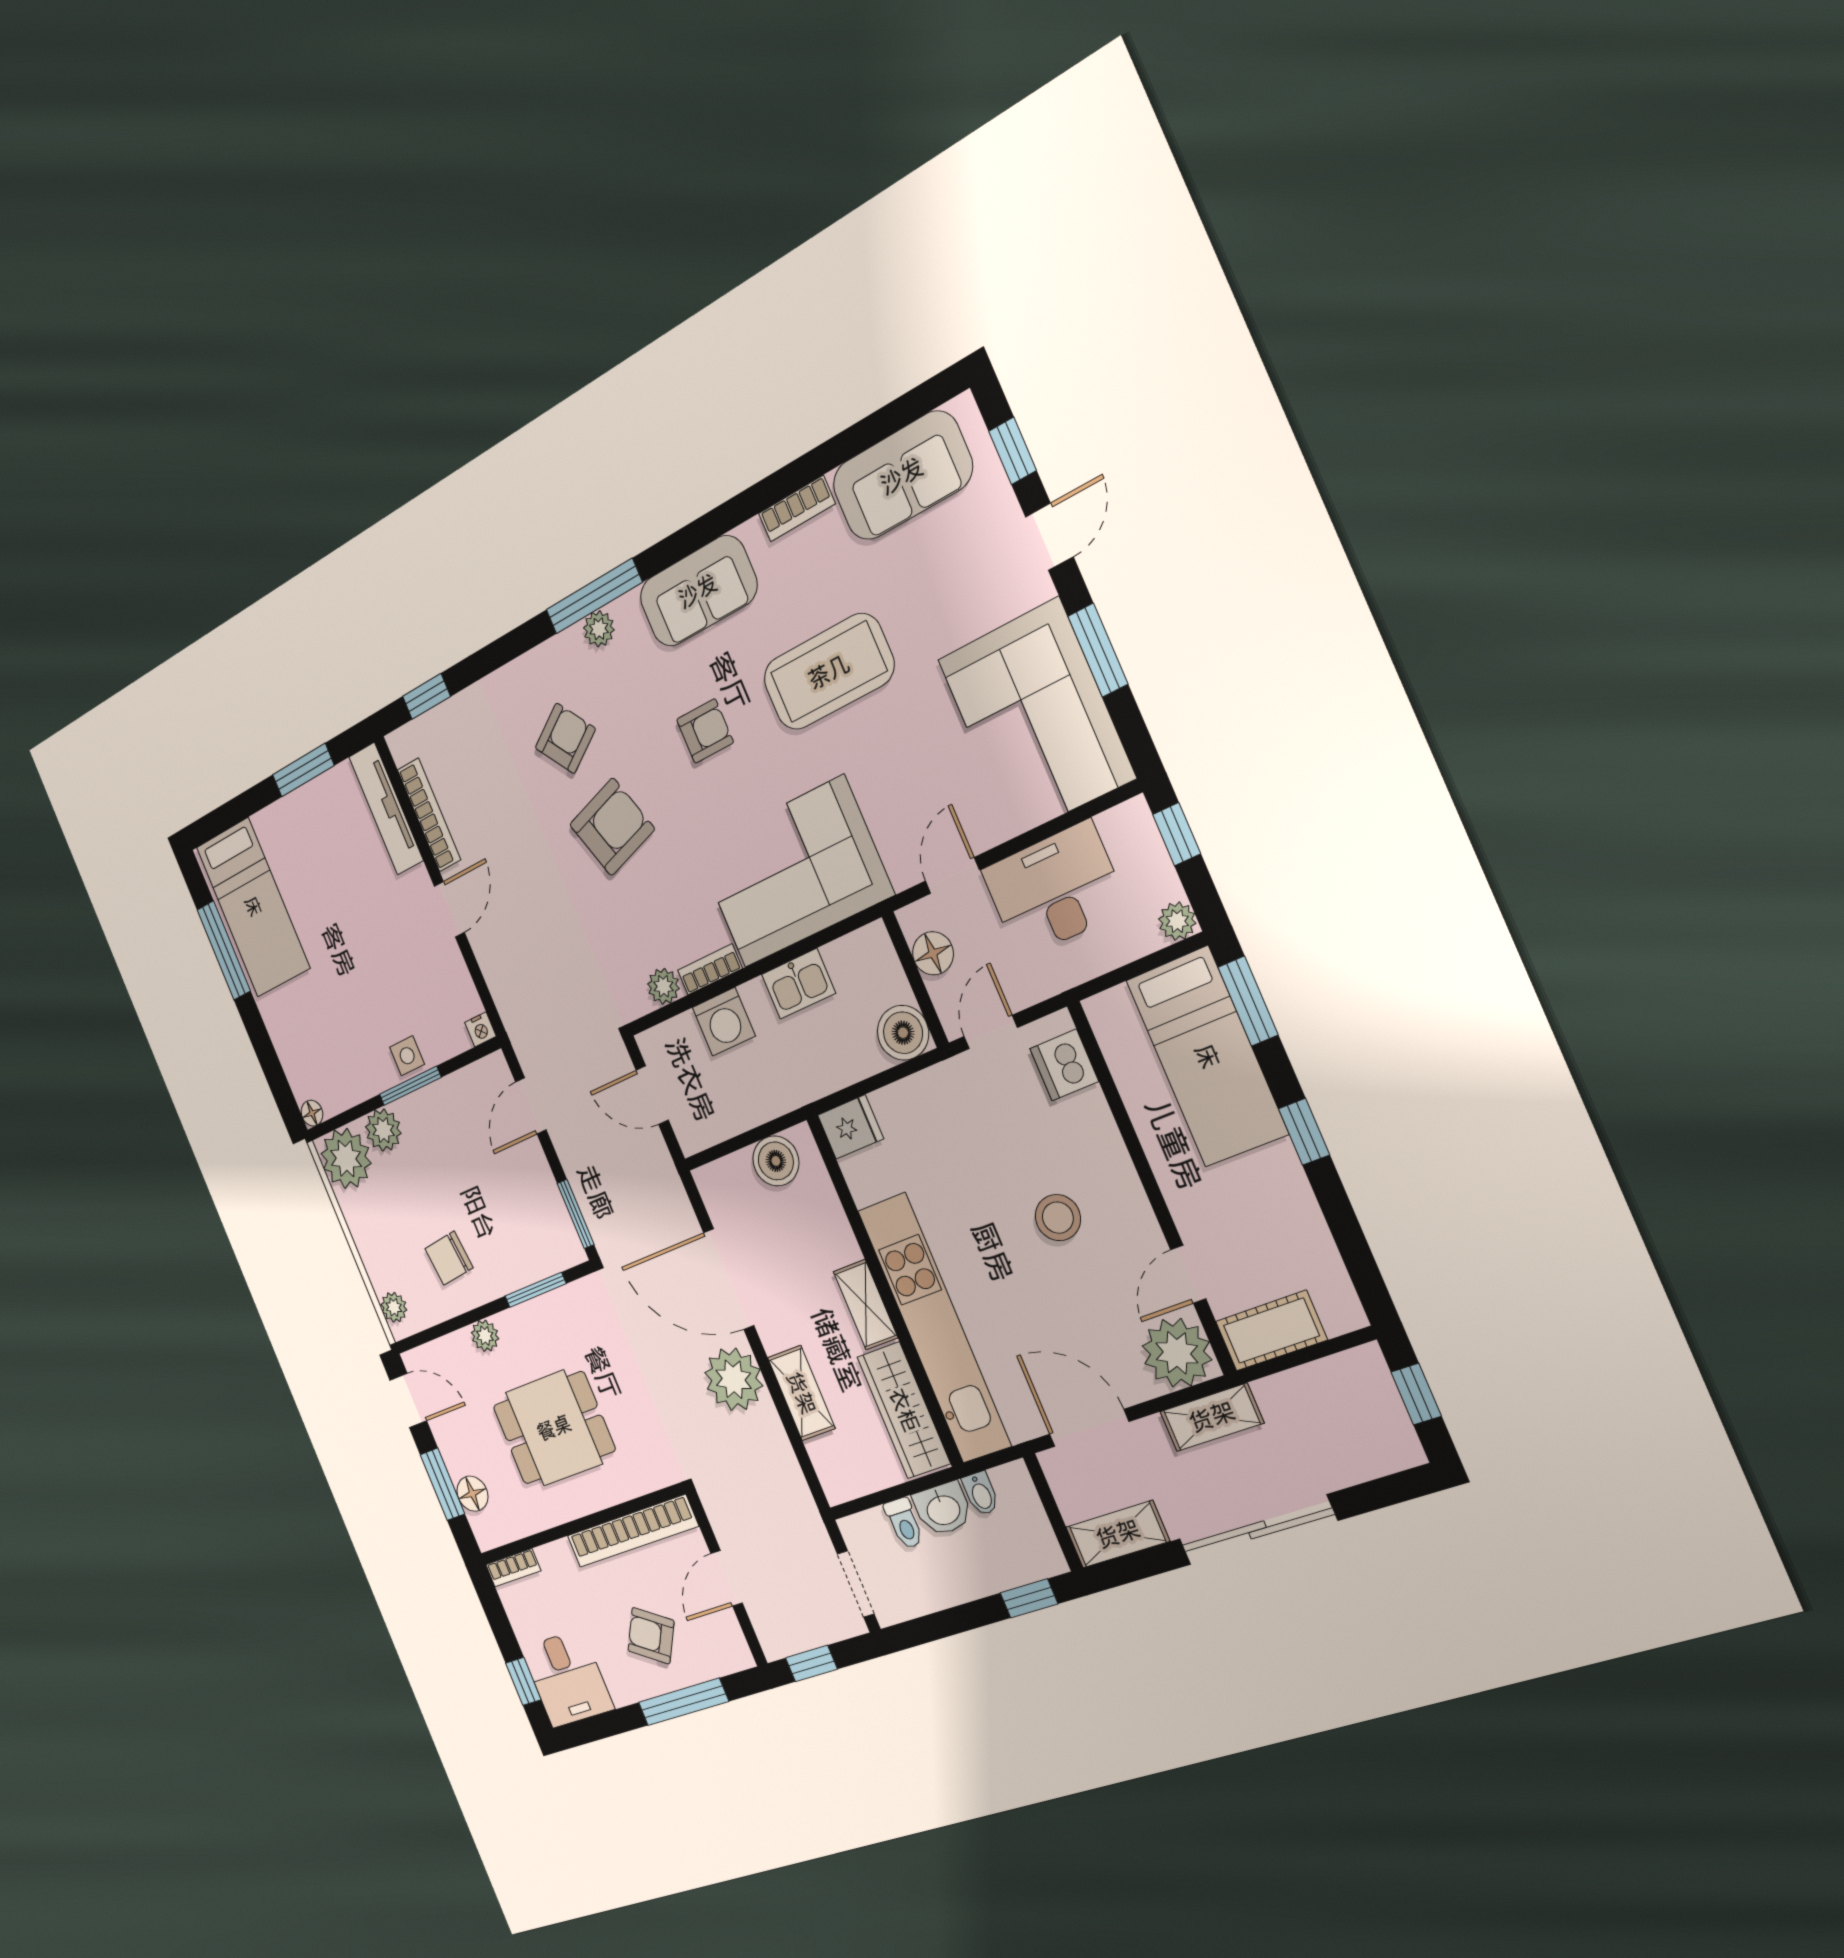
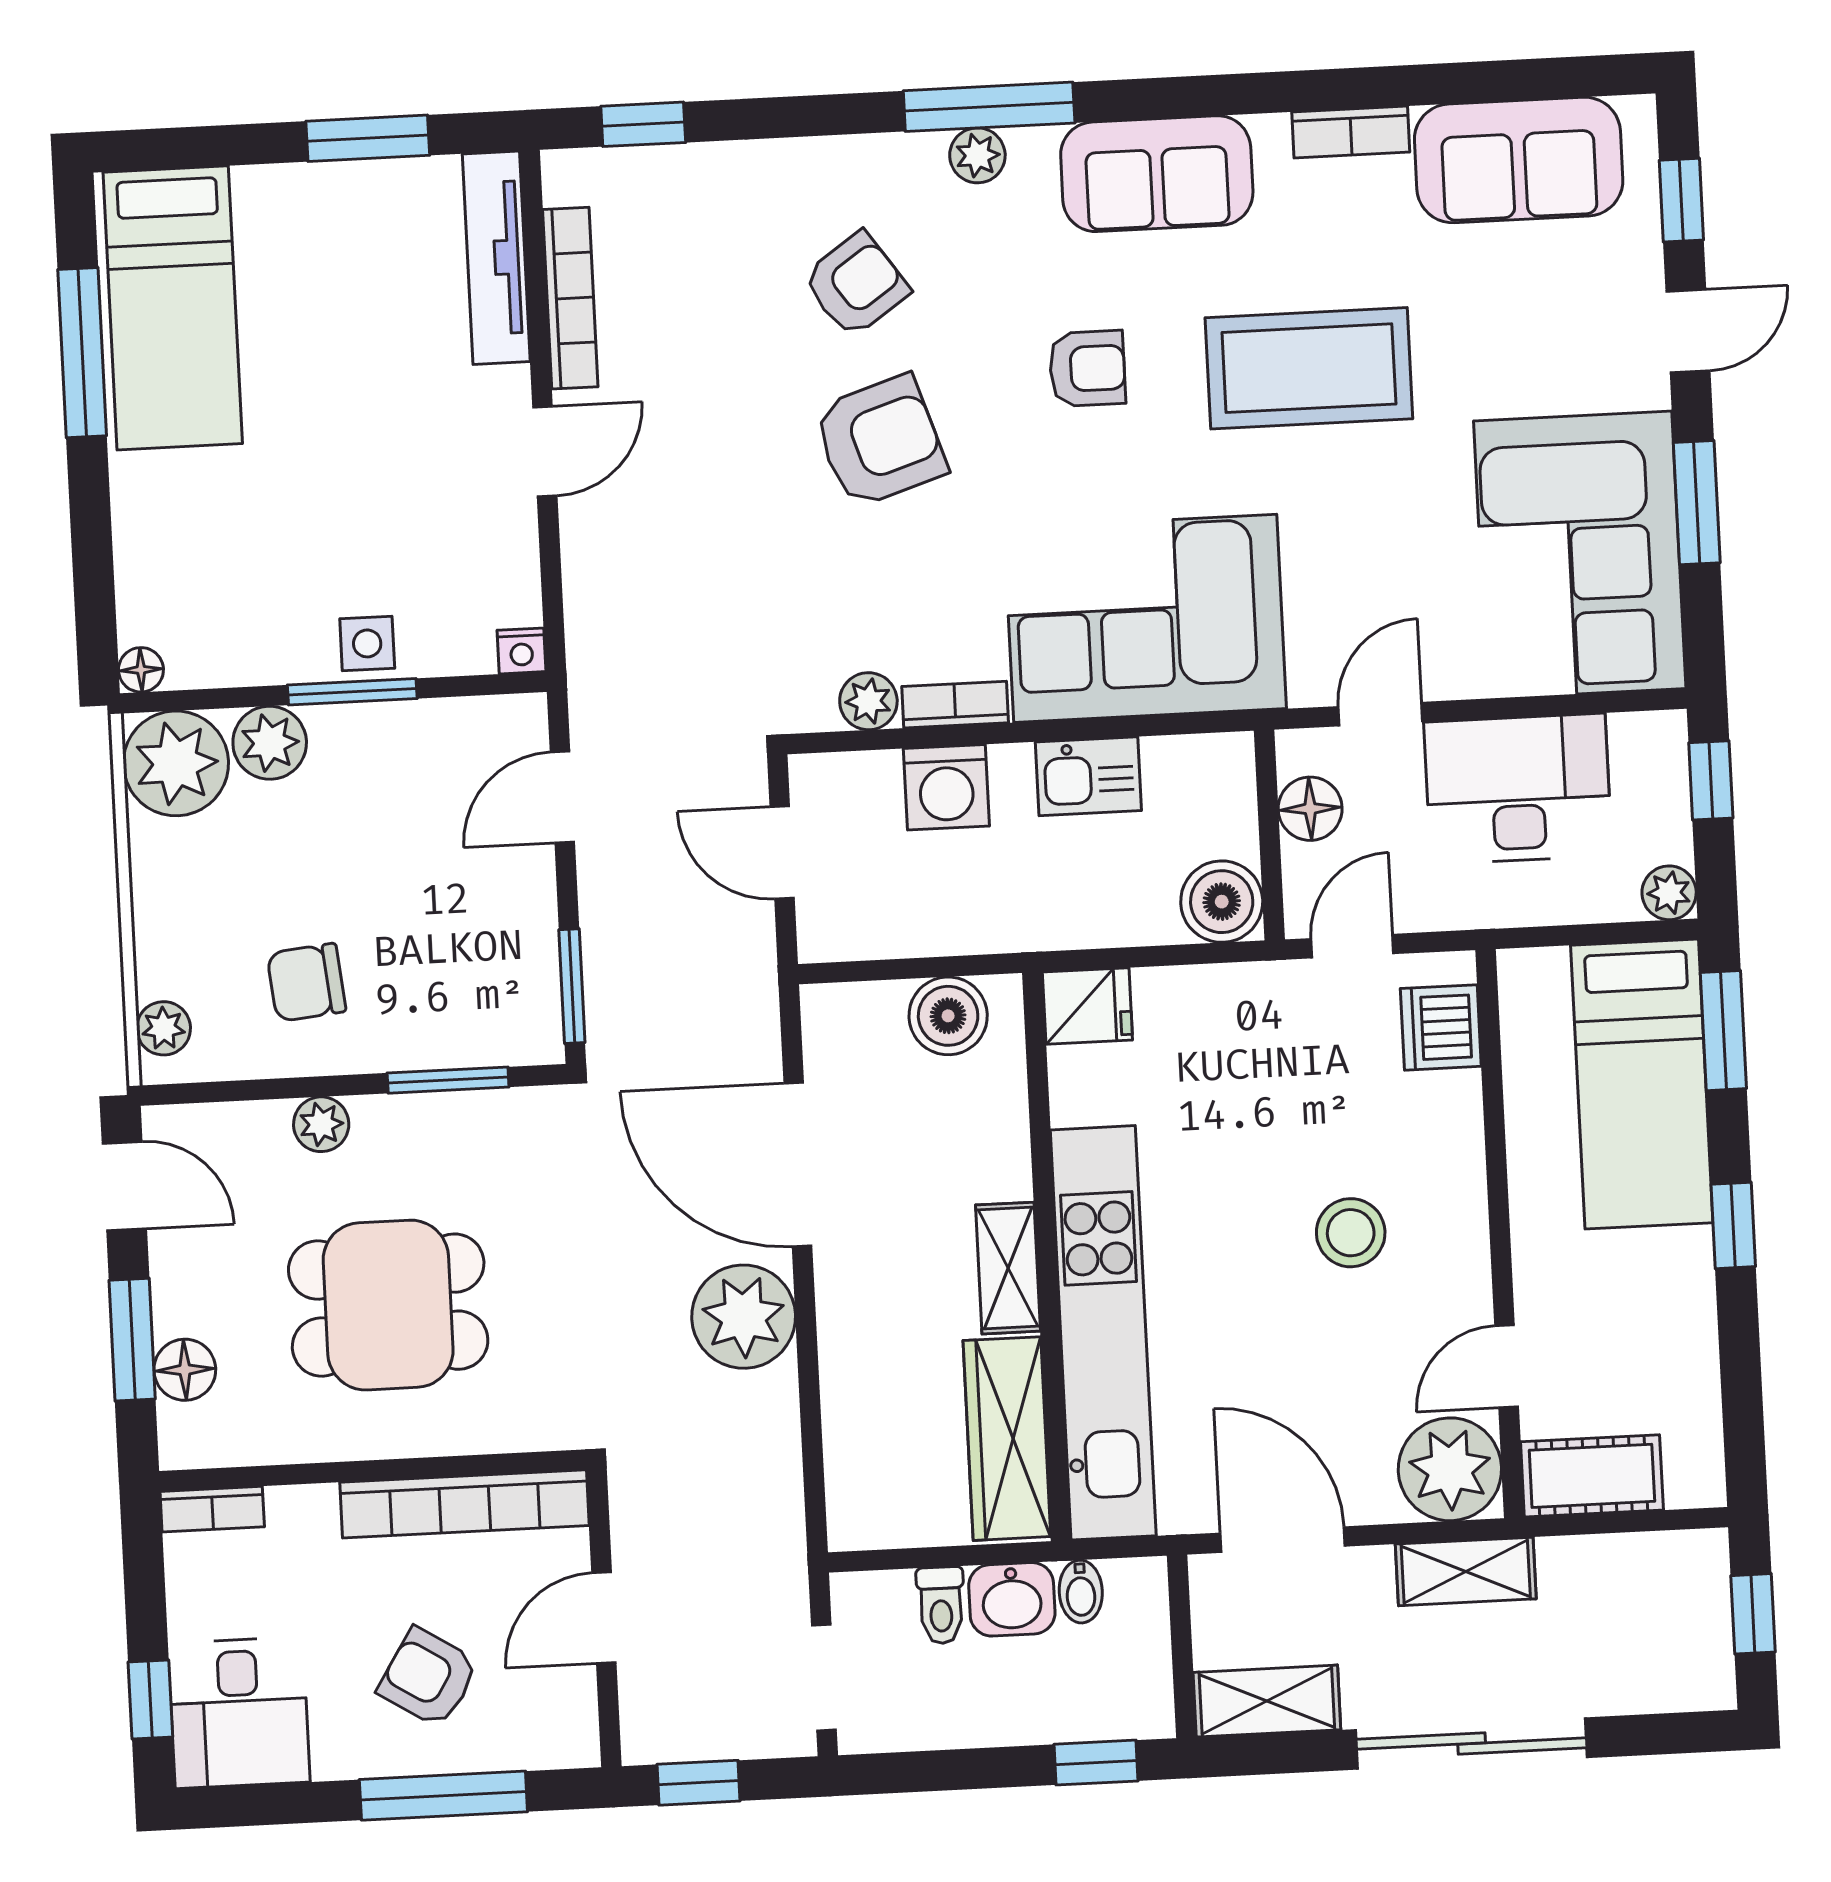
shelving: (801, 1393) -> (850, 1368), removed

